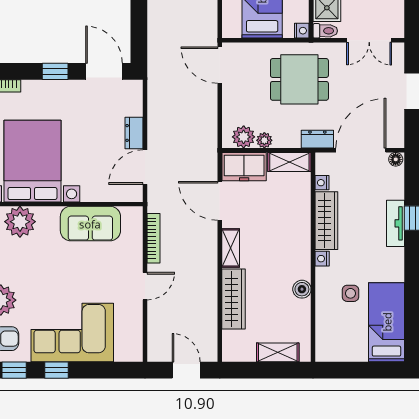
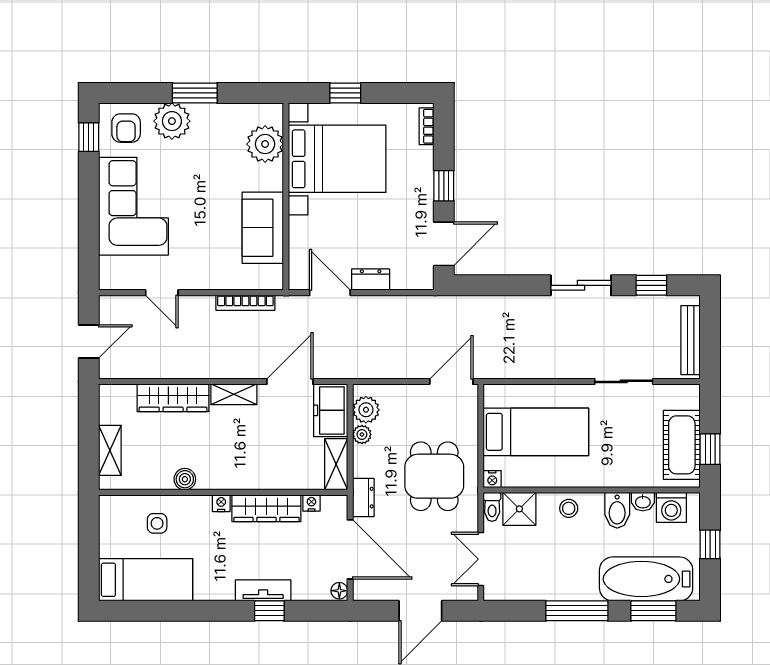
door: (145, 286) -> (162, 293), moved
side table: (350, 293) -> (157, 523), moved
window: (56, 370) -> (89, 187), removed

